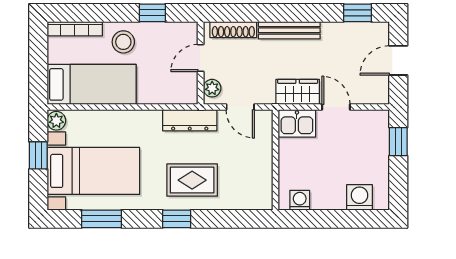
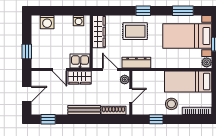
wardrobe: (261, 179) -> (99, 32), added

